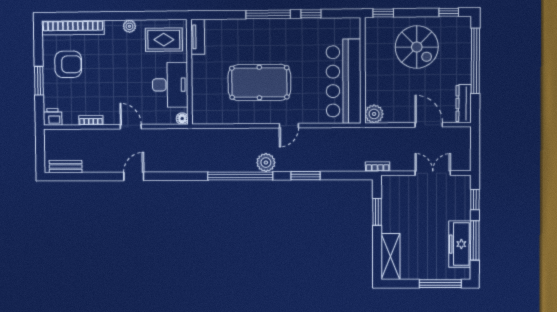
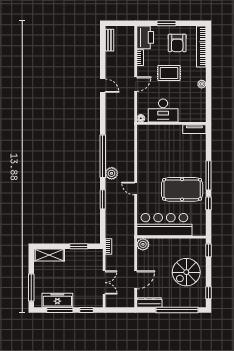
rug: (164, 40) -> (169, 73), moved, turned 90
pool table: (259, 83) -> (182, 189), moved, turned 90
printer: (53, 117) -> (145, 37), width x1.87, depth x1.48

